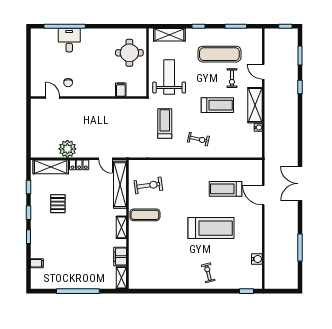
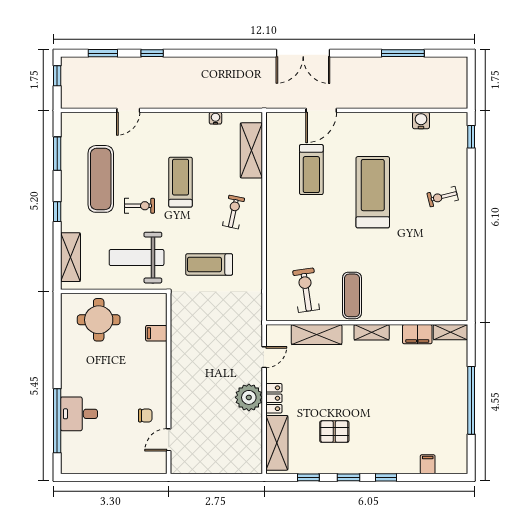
exercise bike: (232, 78) -> (139, 206), moved
shelving: (255, 105) -> (251, 150), moved, turned 90
plant: (67, 149) -> (249, 397), moved
shelving: (120, 185) -> (317, 334), width x0.68

